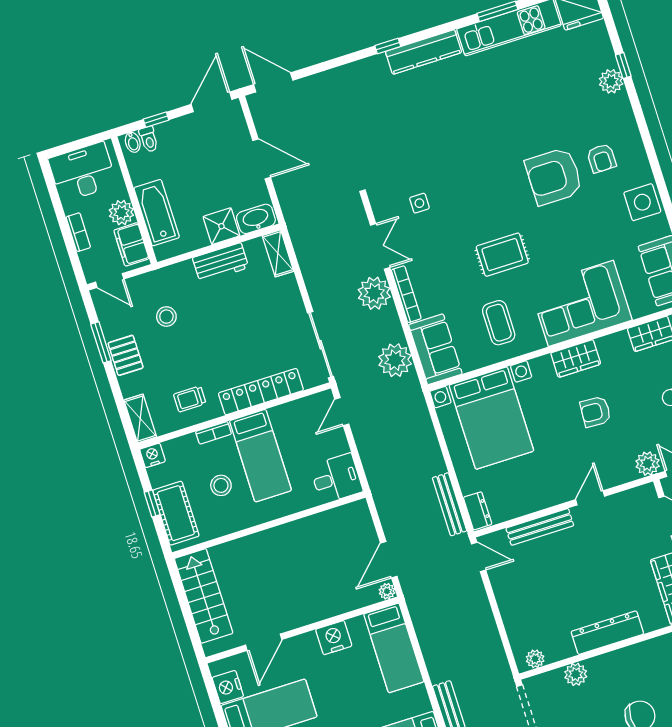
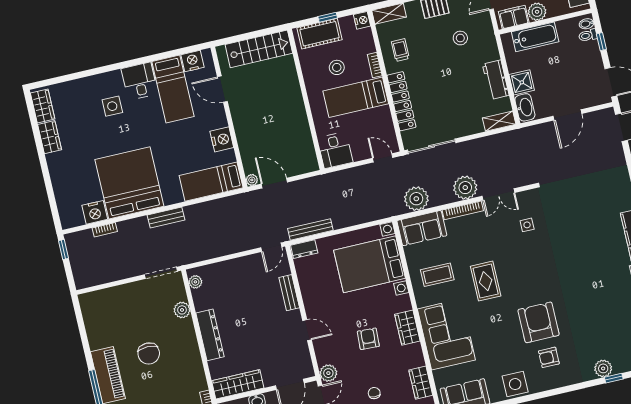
bench: (540, 527) -> (289, 293), width x0.73

